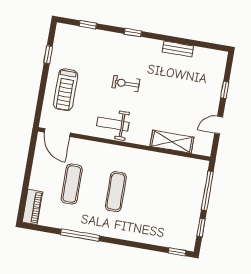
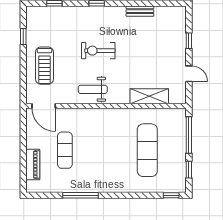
exercise bike: (126, 84) -> (98, 51), width x1.38, depth x1.39
door: (219, 125) -> (189, 74), swing flipped
exercise mat: (116, 192) -> (147, 150), moved, width x1.36, depth x1.45
piano: (32, 207) -> (33, 165), moved

